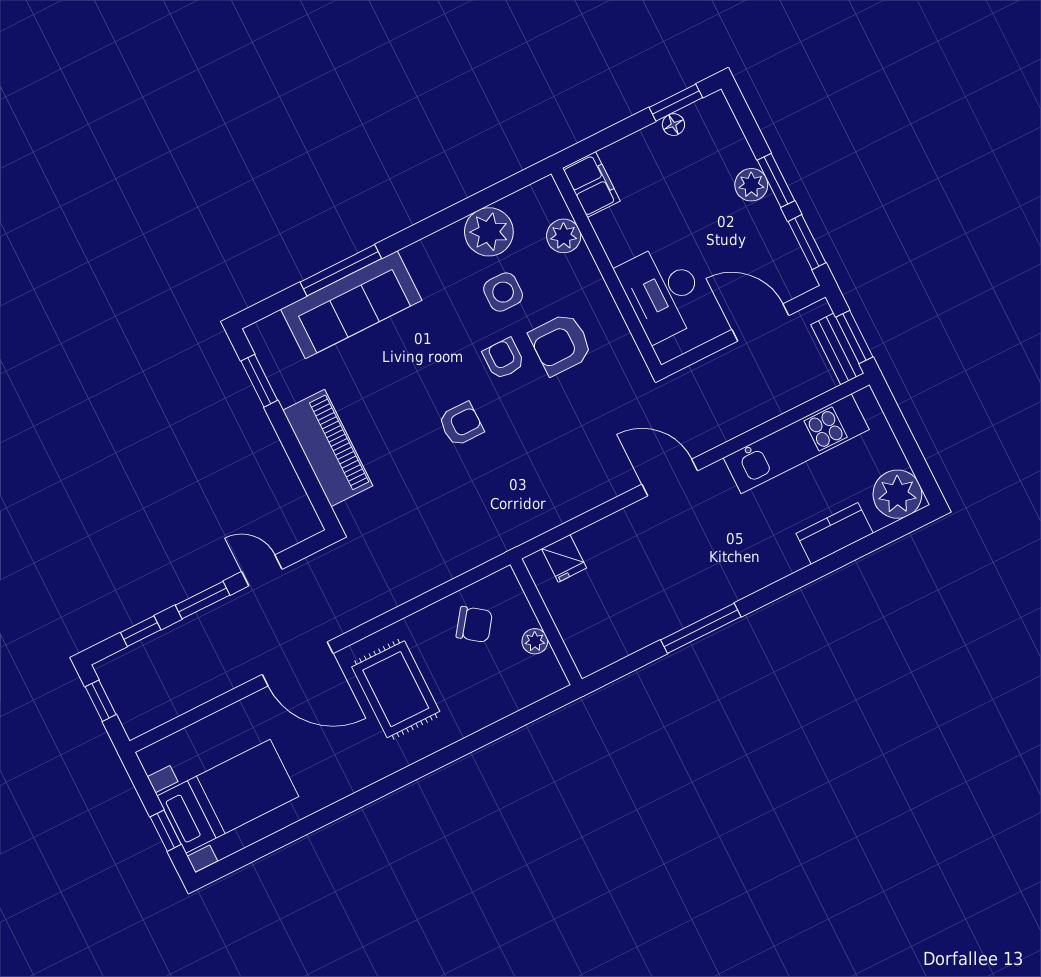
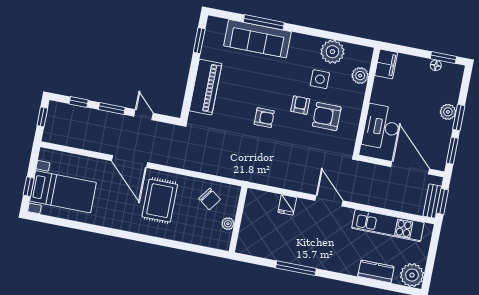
door: (760, 323) -> (410, 168), width x1.36
fridge: (564, 558) -> (287, 205), moved

